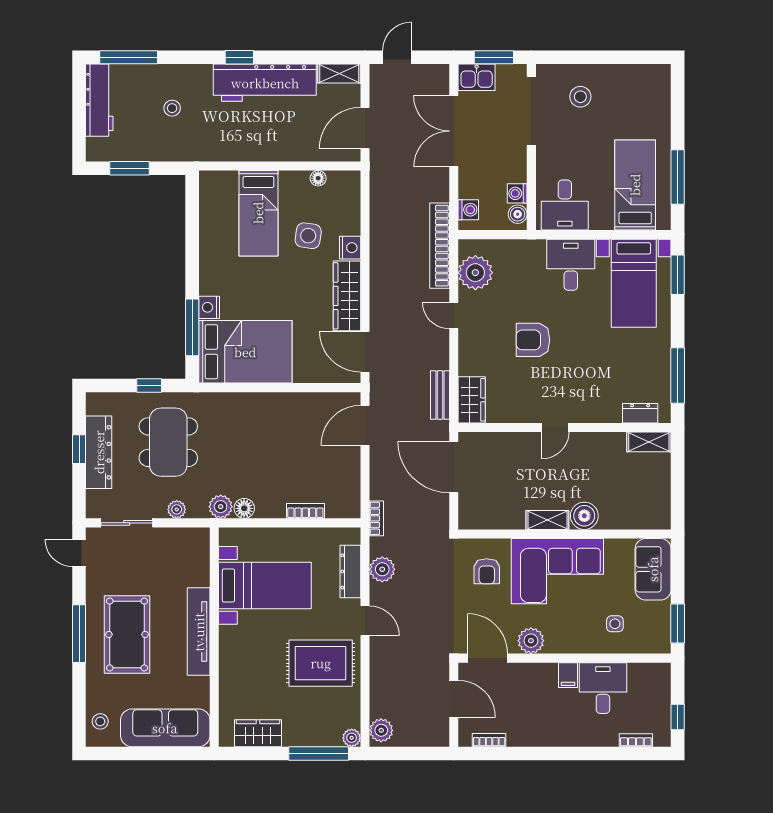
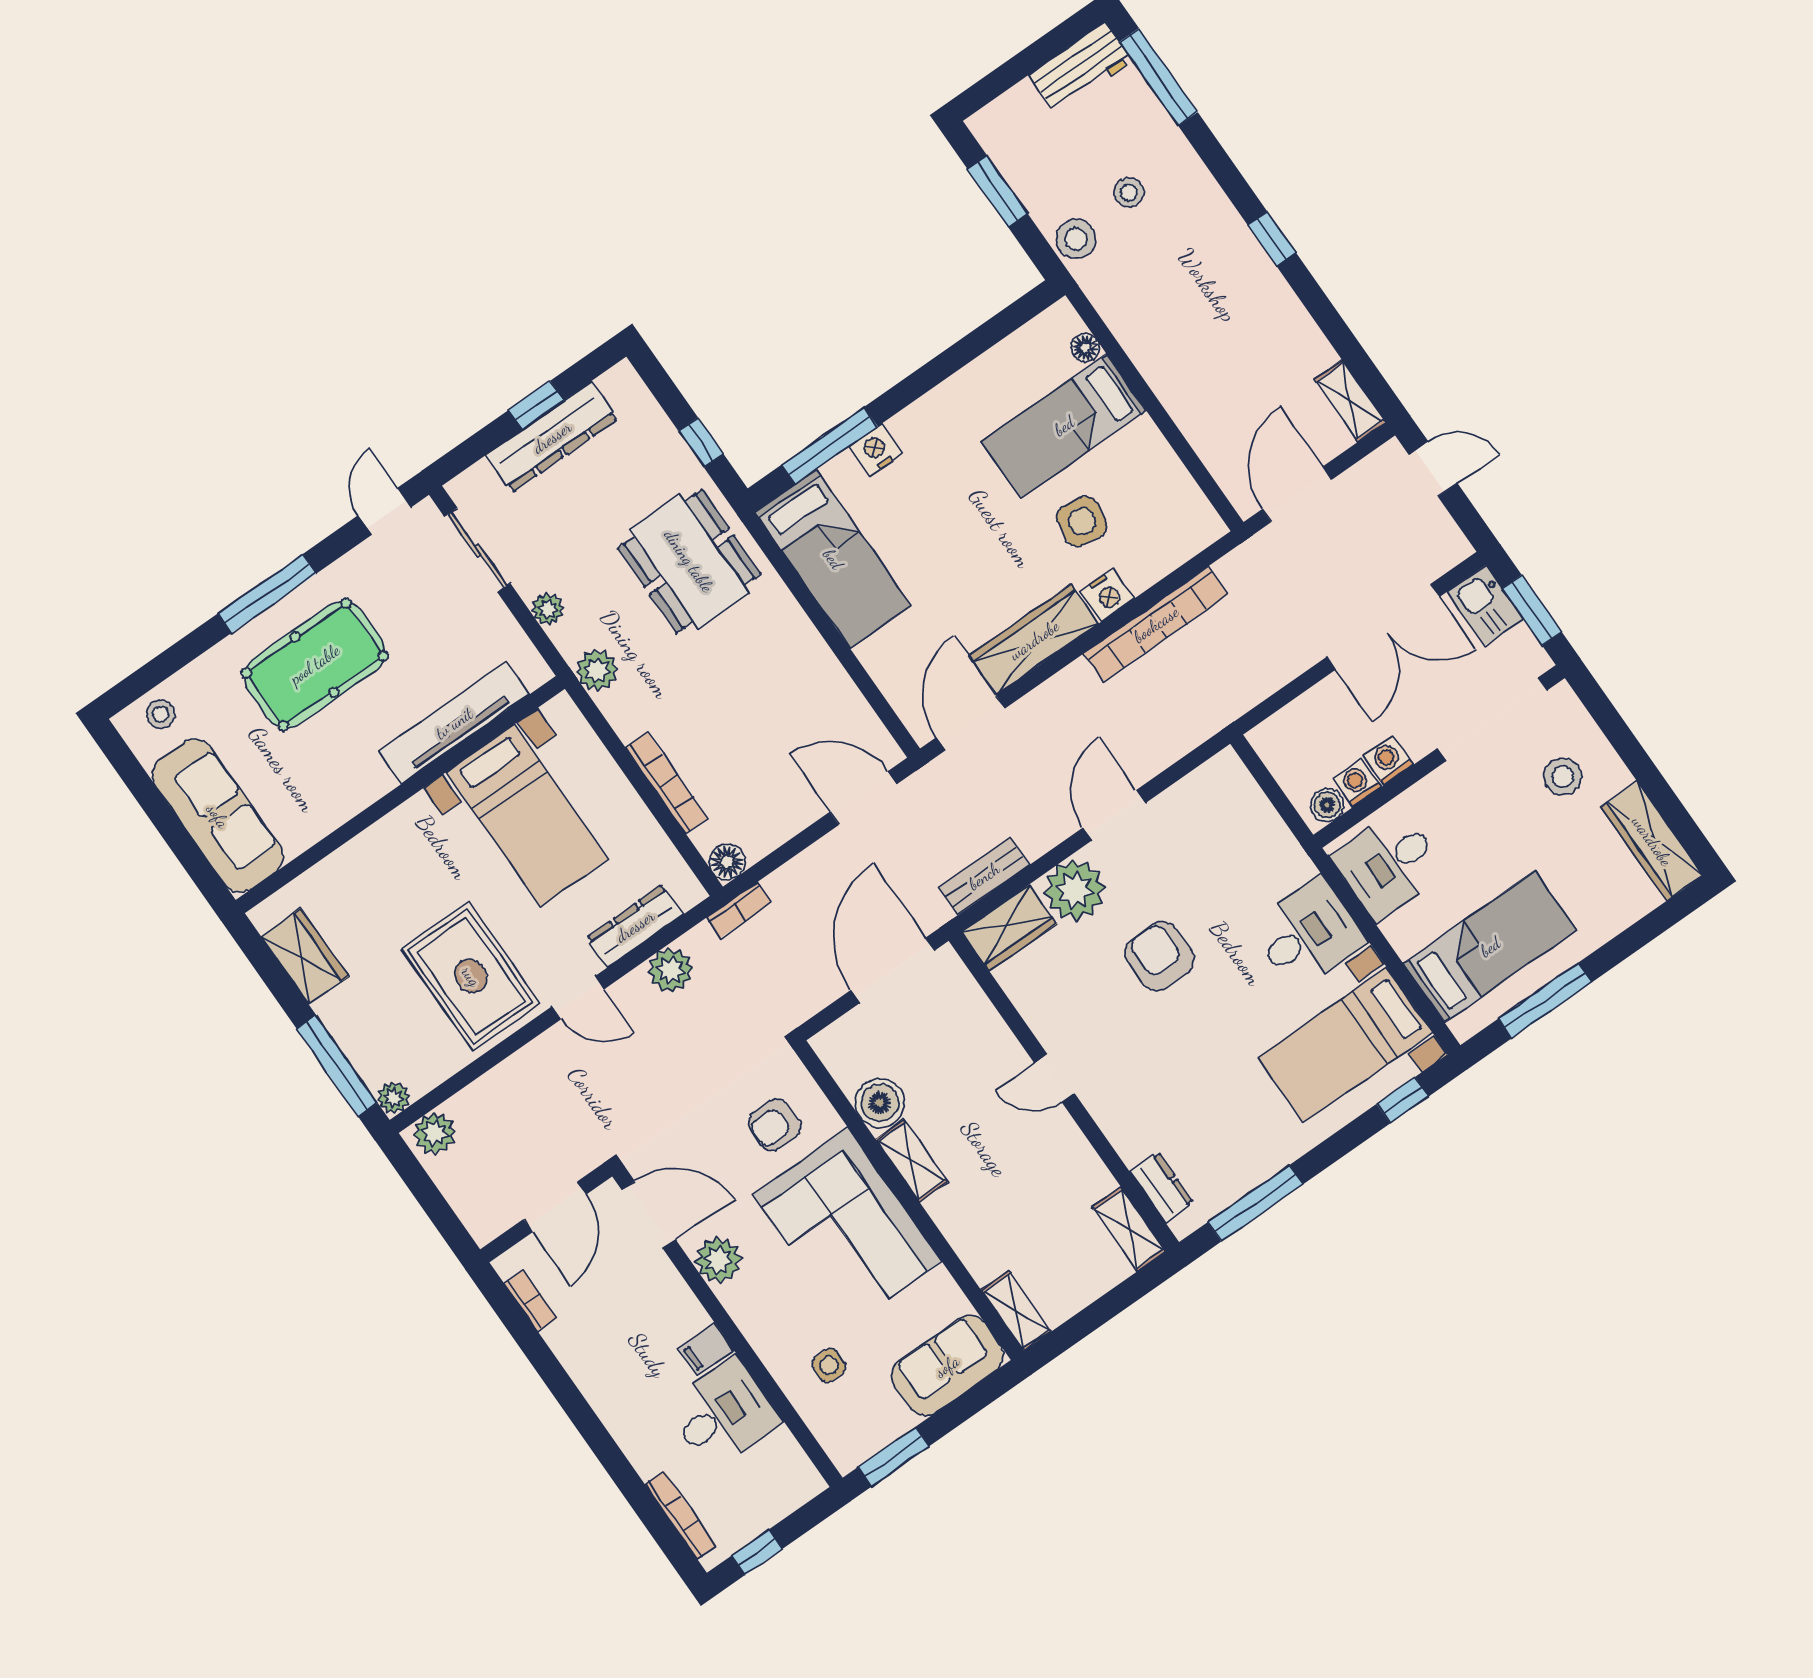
wardrobe: (639, 76) -> (1652, 841), added
workbench: (265, 83) -> (1261, 302), removed
workbench: (99, 100) -> (1081, 68), width x0.73
door: (365, 128) -> (1297, 494), hinge flipped
double door: (454, 131) -> (1383, 627), swing flipped
stool: (176, 148) -> (1076, 239), added
floor lamp: (318, 178) -> (1085, 348), moved
washing machine: (468, 210) -> (1388, 760), moved, turned 180
bookcase: (440, 246) -> (1156, 624), moved, turned 180
plant: (475, 273) -> (1075, 890), moved
window: (678, 275) -> (1402, 1100), width x0.67
door: (454, 316) -> (1114, 815), width x1.38
bed: (245, 352) -> (833, 559), width x0.67
dining table: (168, 442) -> (689, 561), moved, turned 90
floor lamp: (244, 508) -> (727, 862), moved
bookcase: (305, 511) -> (667, 783), width x1.56
boiler: (584, 516) -> (880, 1103), moved
shelving: (650, 520) -> (1016, 1311), added
door: (365, 621) -> (578, 998), hinge flipped
tv unit: (199, 632) -> (454, 723), moved
door: (488, 658) -> (649, 1215), hinge flipped
bookcase: (636, 740) -> (681, 1515), width x1.56

